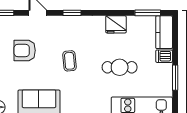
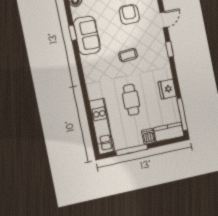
window: (148, 13) -> (182, 114), width x1.44
window: (175, 78) -> (132, 150), width x1.44

